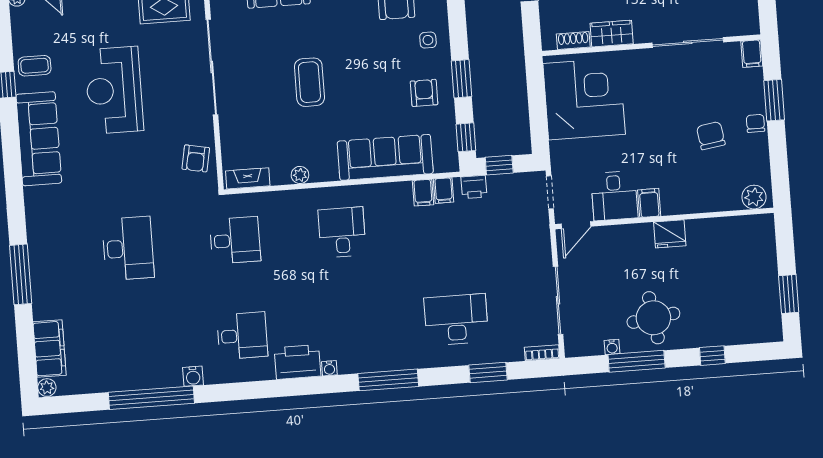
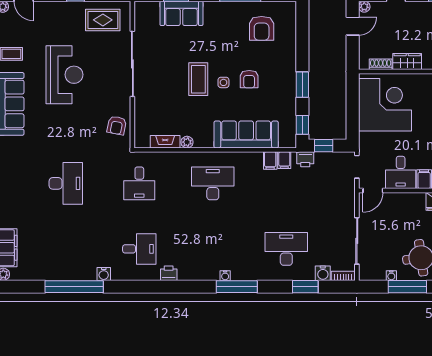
side table: (428, 40) -> (223, 82), moved
reception desk: (114, 90) -> (64, 75), turned 180
armchair: (424, 93) -> (249, 79), moved, turned 180
fireplace: (248, 178) -> (165, 142), moved
desk: (342, 232) -> (213, 183), width x1.37
desk: (235, 240) -> (139, 183), turned 90
water cooler: (512, 351) -> (323, 273), added
printer: (298, 362) -> (169, 273), width x0.53, depth x0.68
water cooler: (329, 368) -> (225, 276), moved

